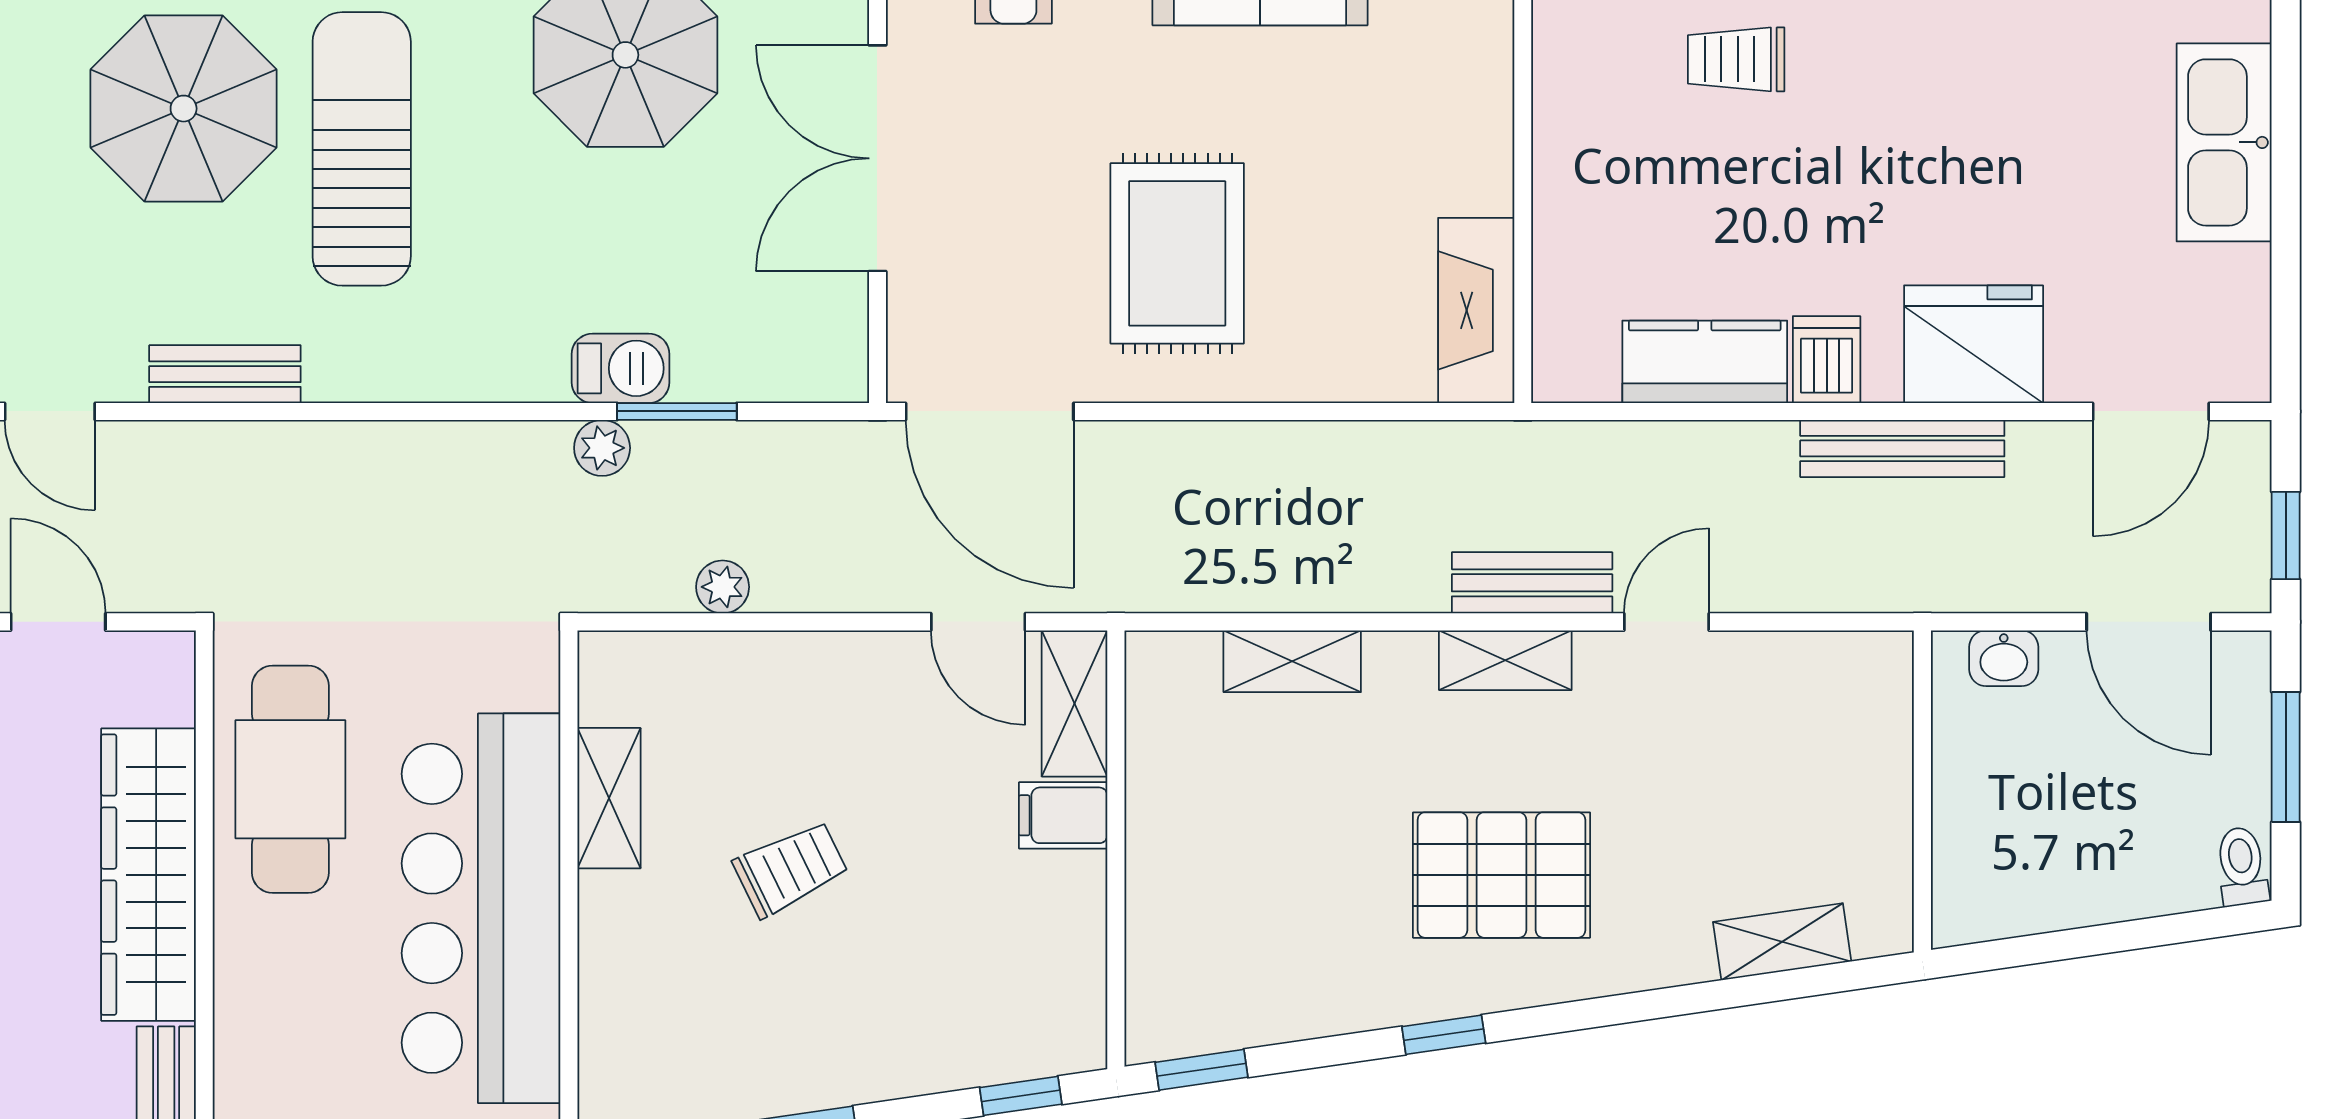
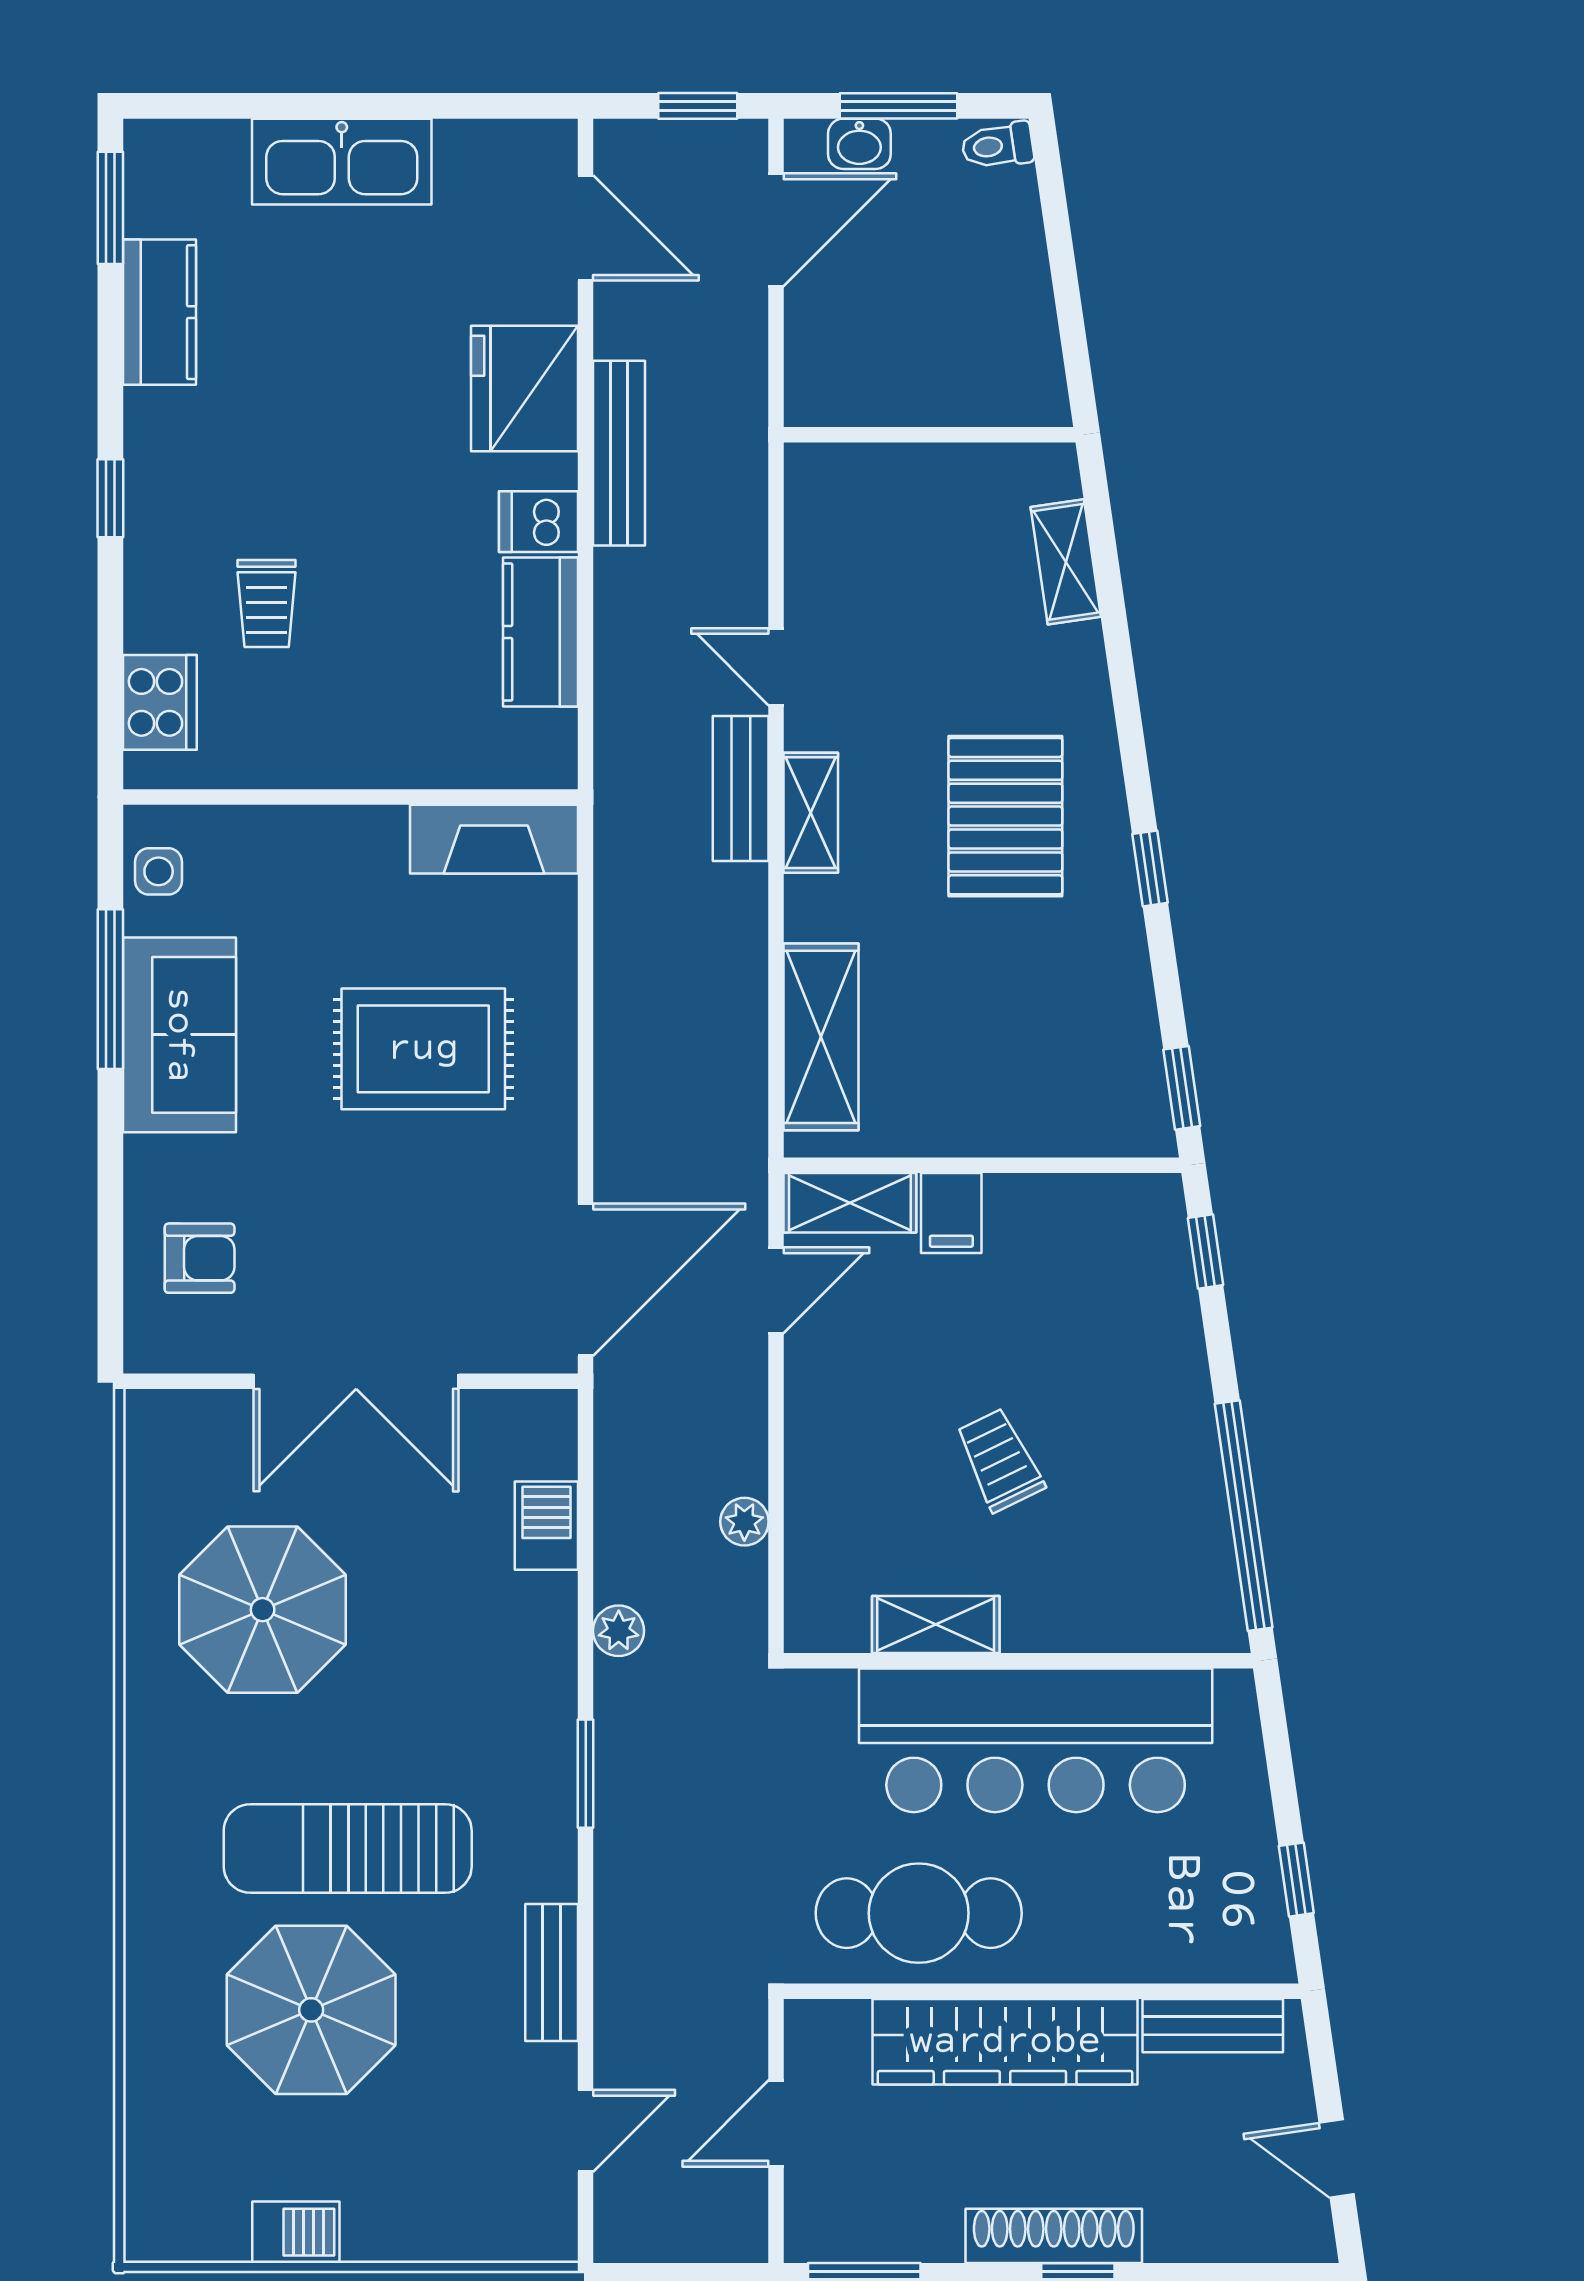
rug: (1177, 253) -> (423, 1049), moved
barbecue: (621, 368) -> (546, 1526), moved
window: (677, 411) -> (586, 1774), moved
washbasin: (2004, 658) -> (859, 144), moved, turned 90
shelving: (1292, 661) -> (821, 1037), width x1.50, depth x1.33

